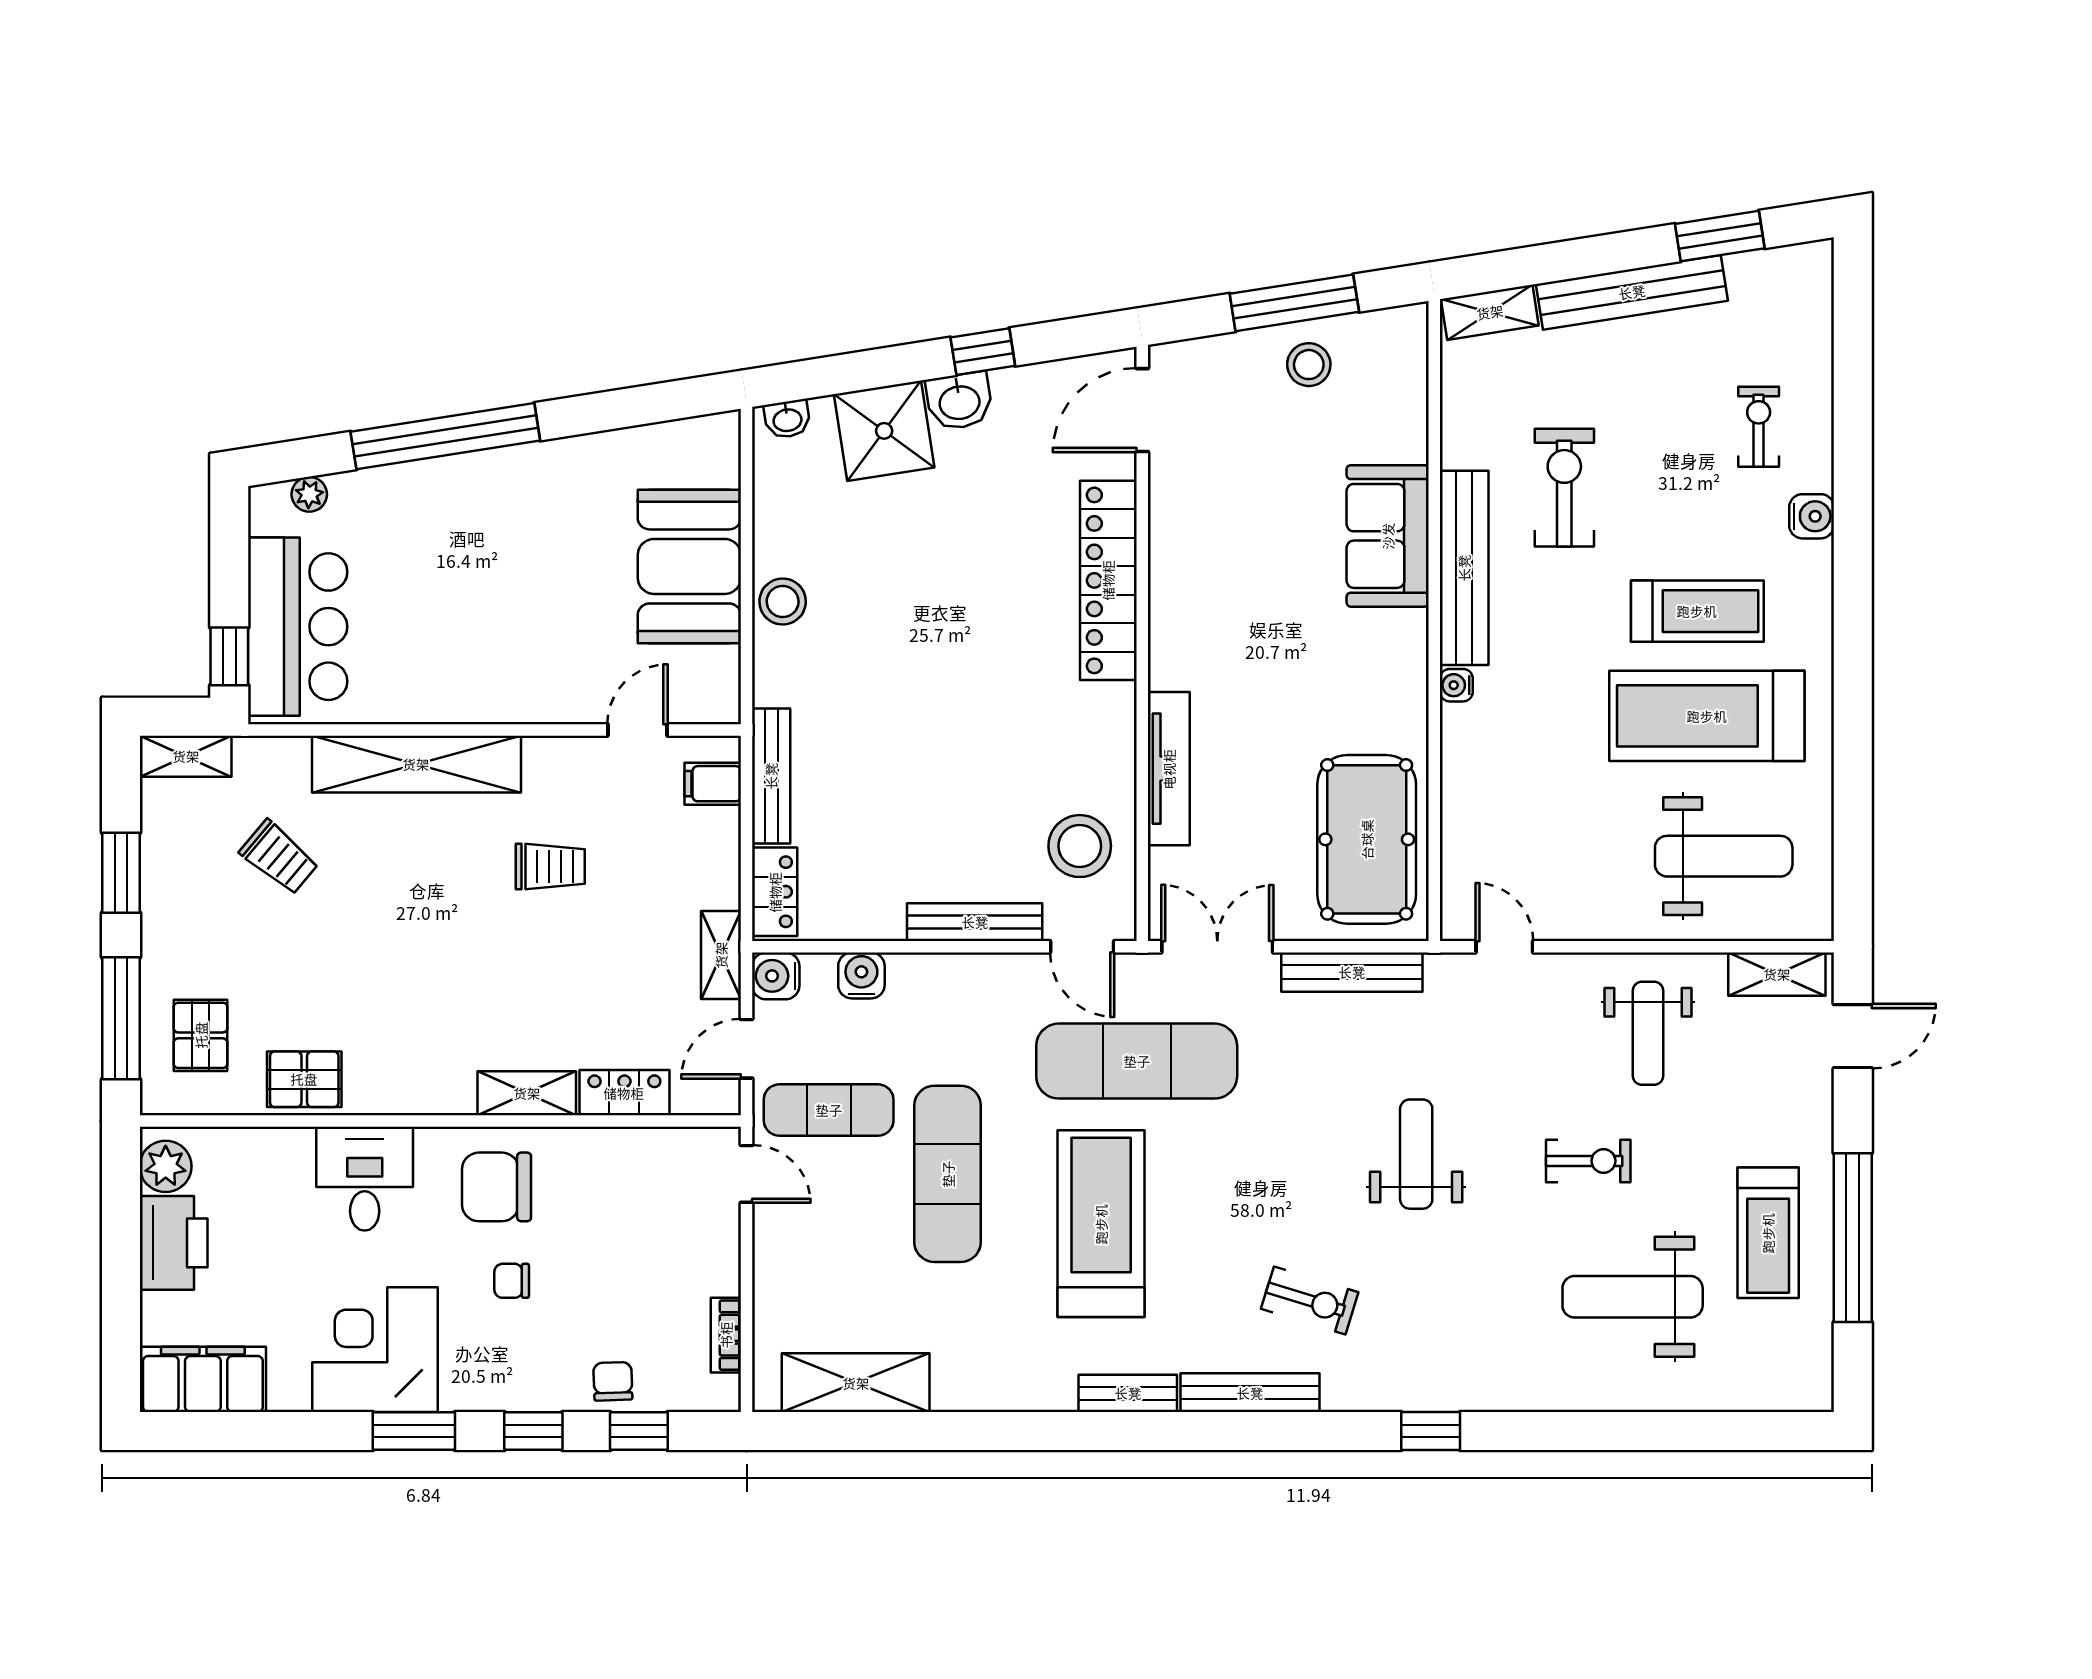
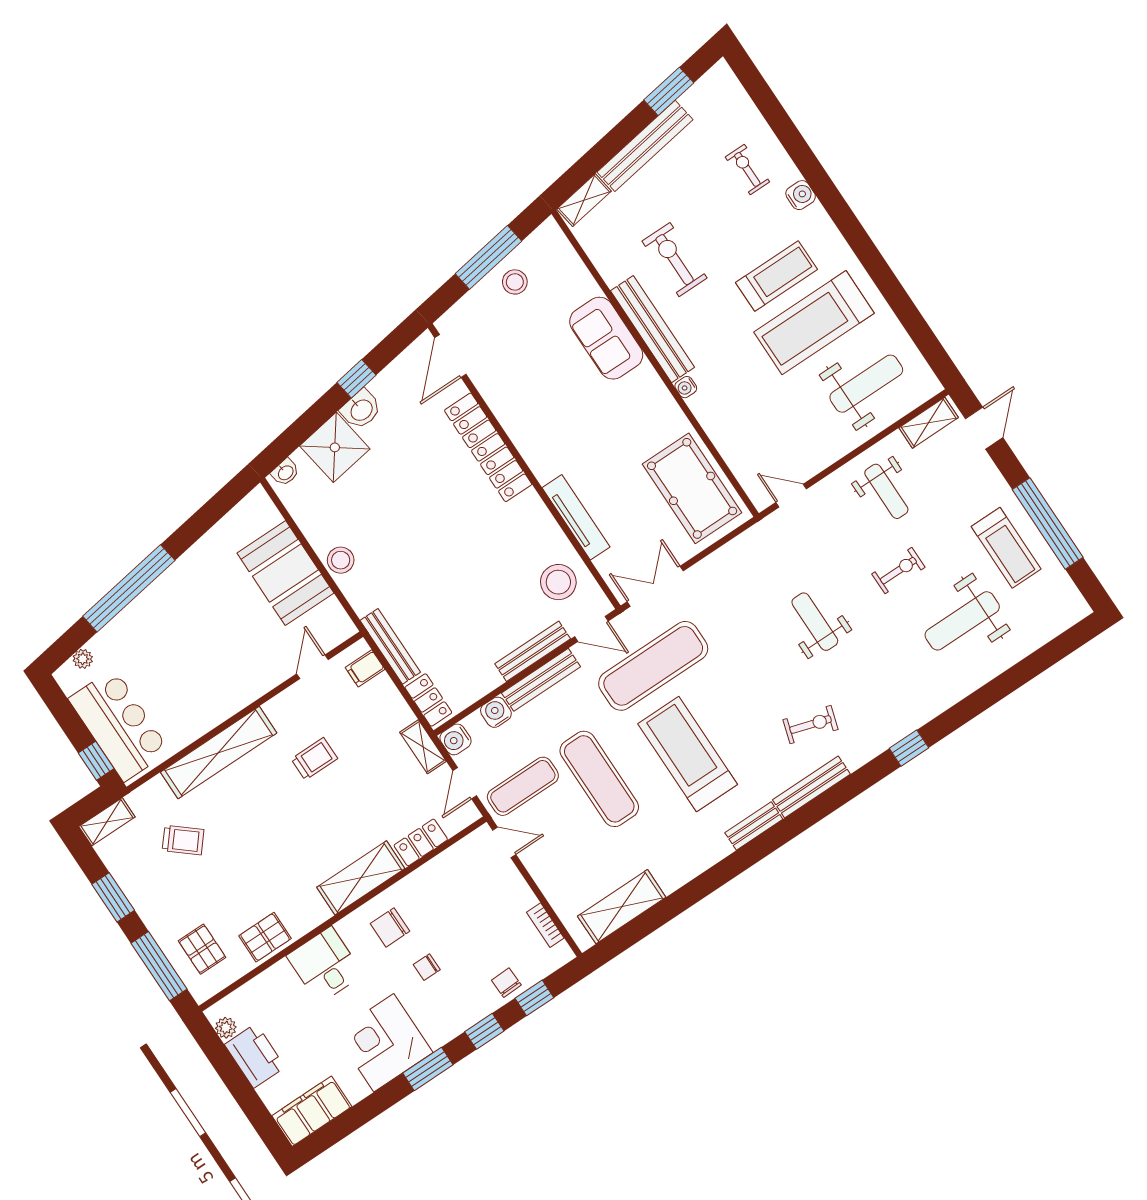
bench: (1352, 972) -> (541, 680), moved
shelving: (527, 1093) -> (361, 878), width x1.50, depth x1.33
plant: (166, 1166) -> (226, 1028), width x0.73, depth x0.73
chair: (497, 1187) -> (390, 927), width x0.73, depth x0.73

